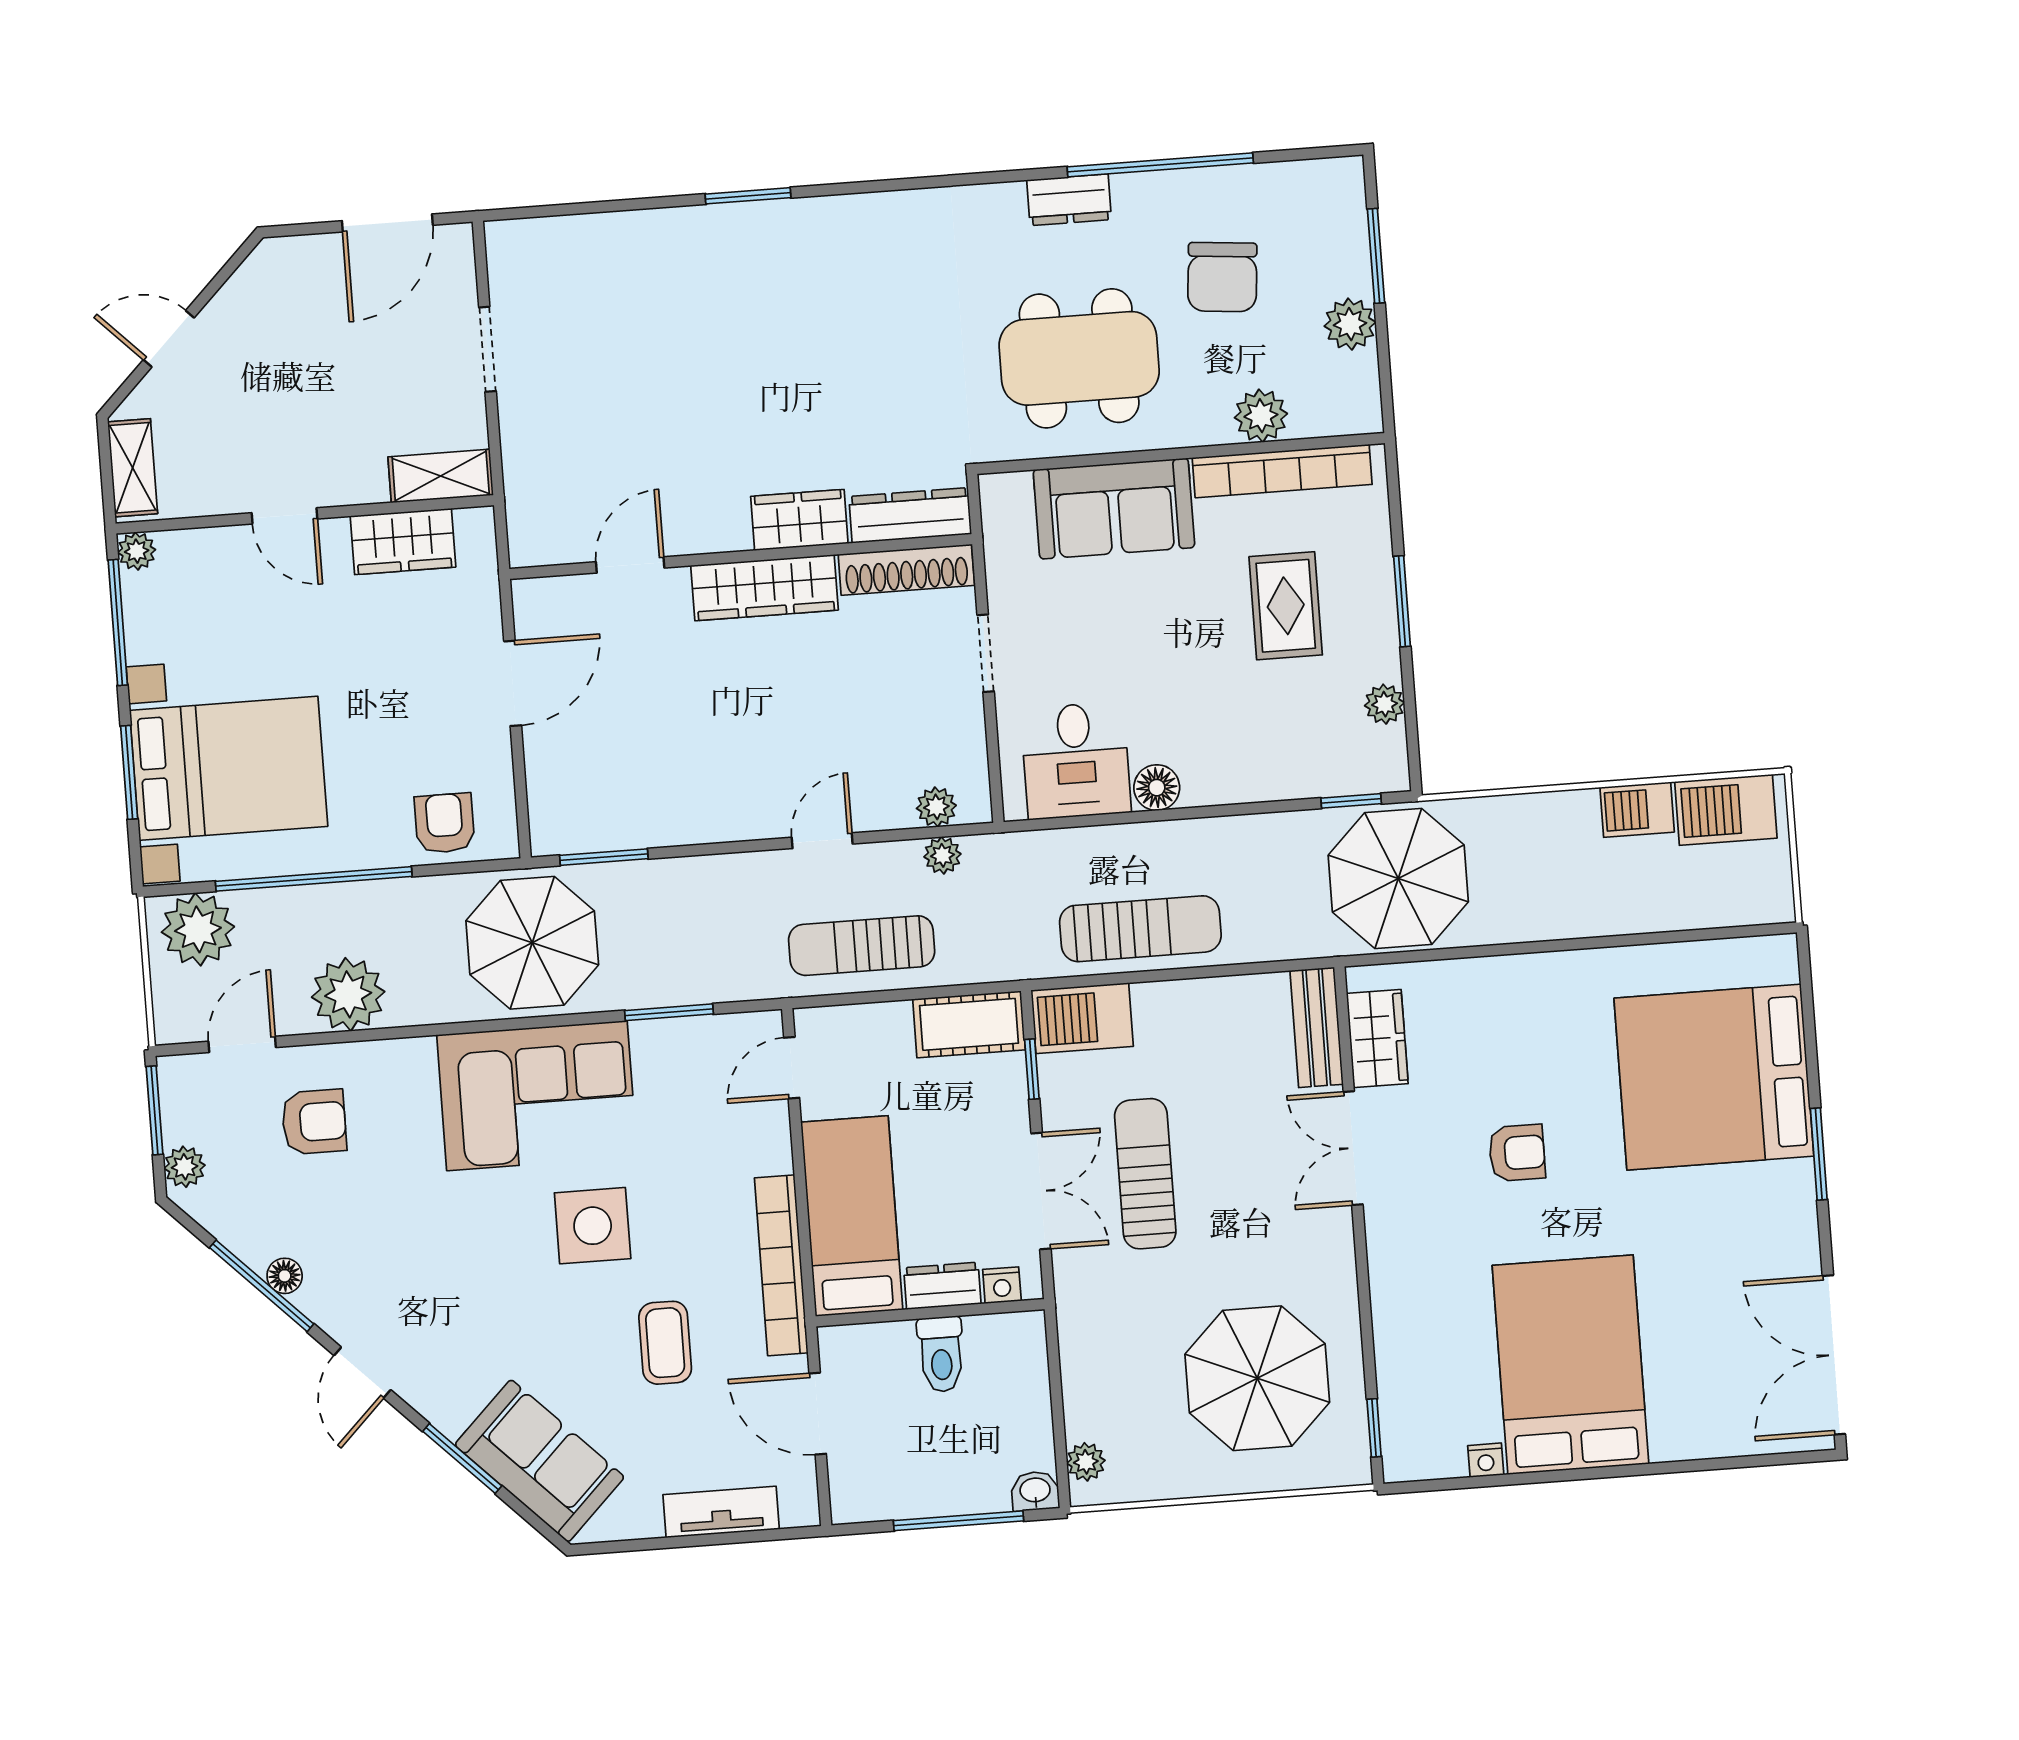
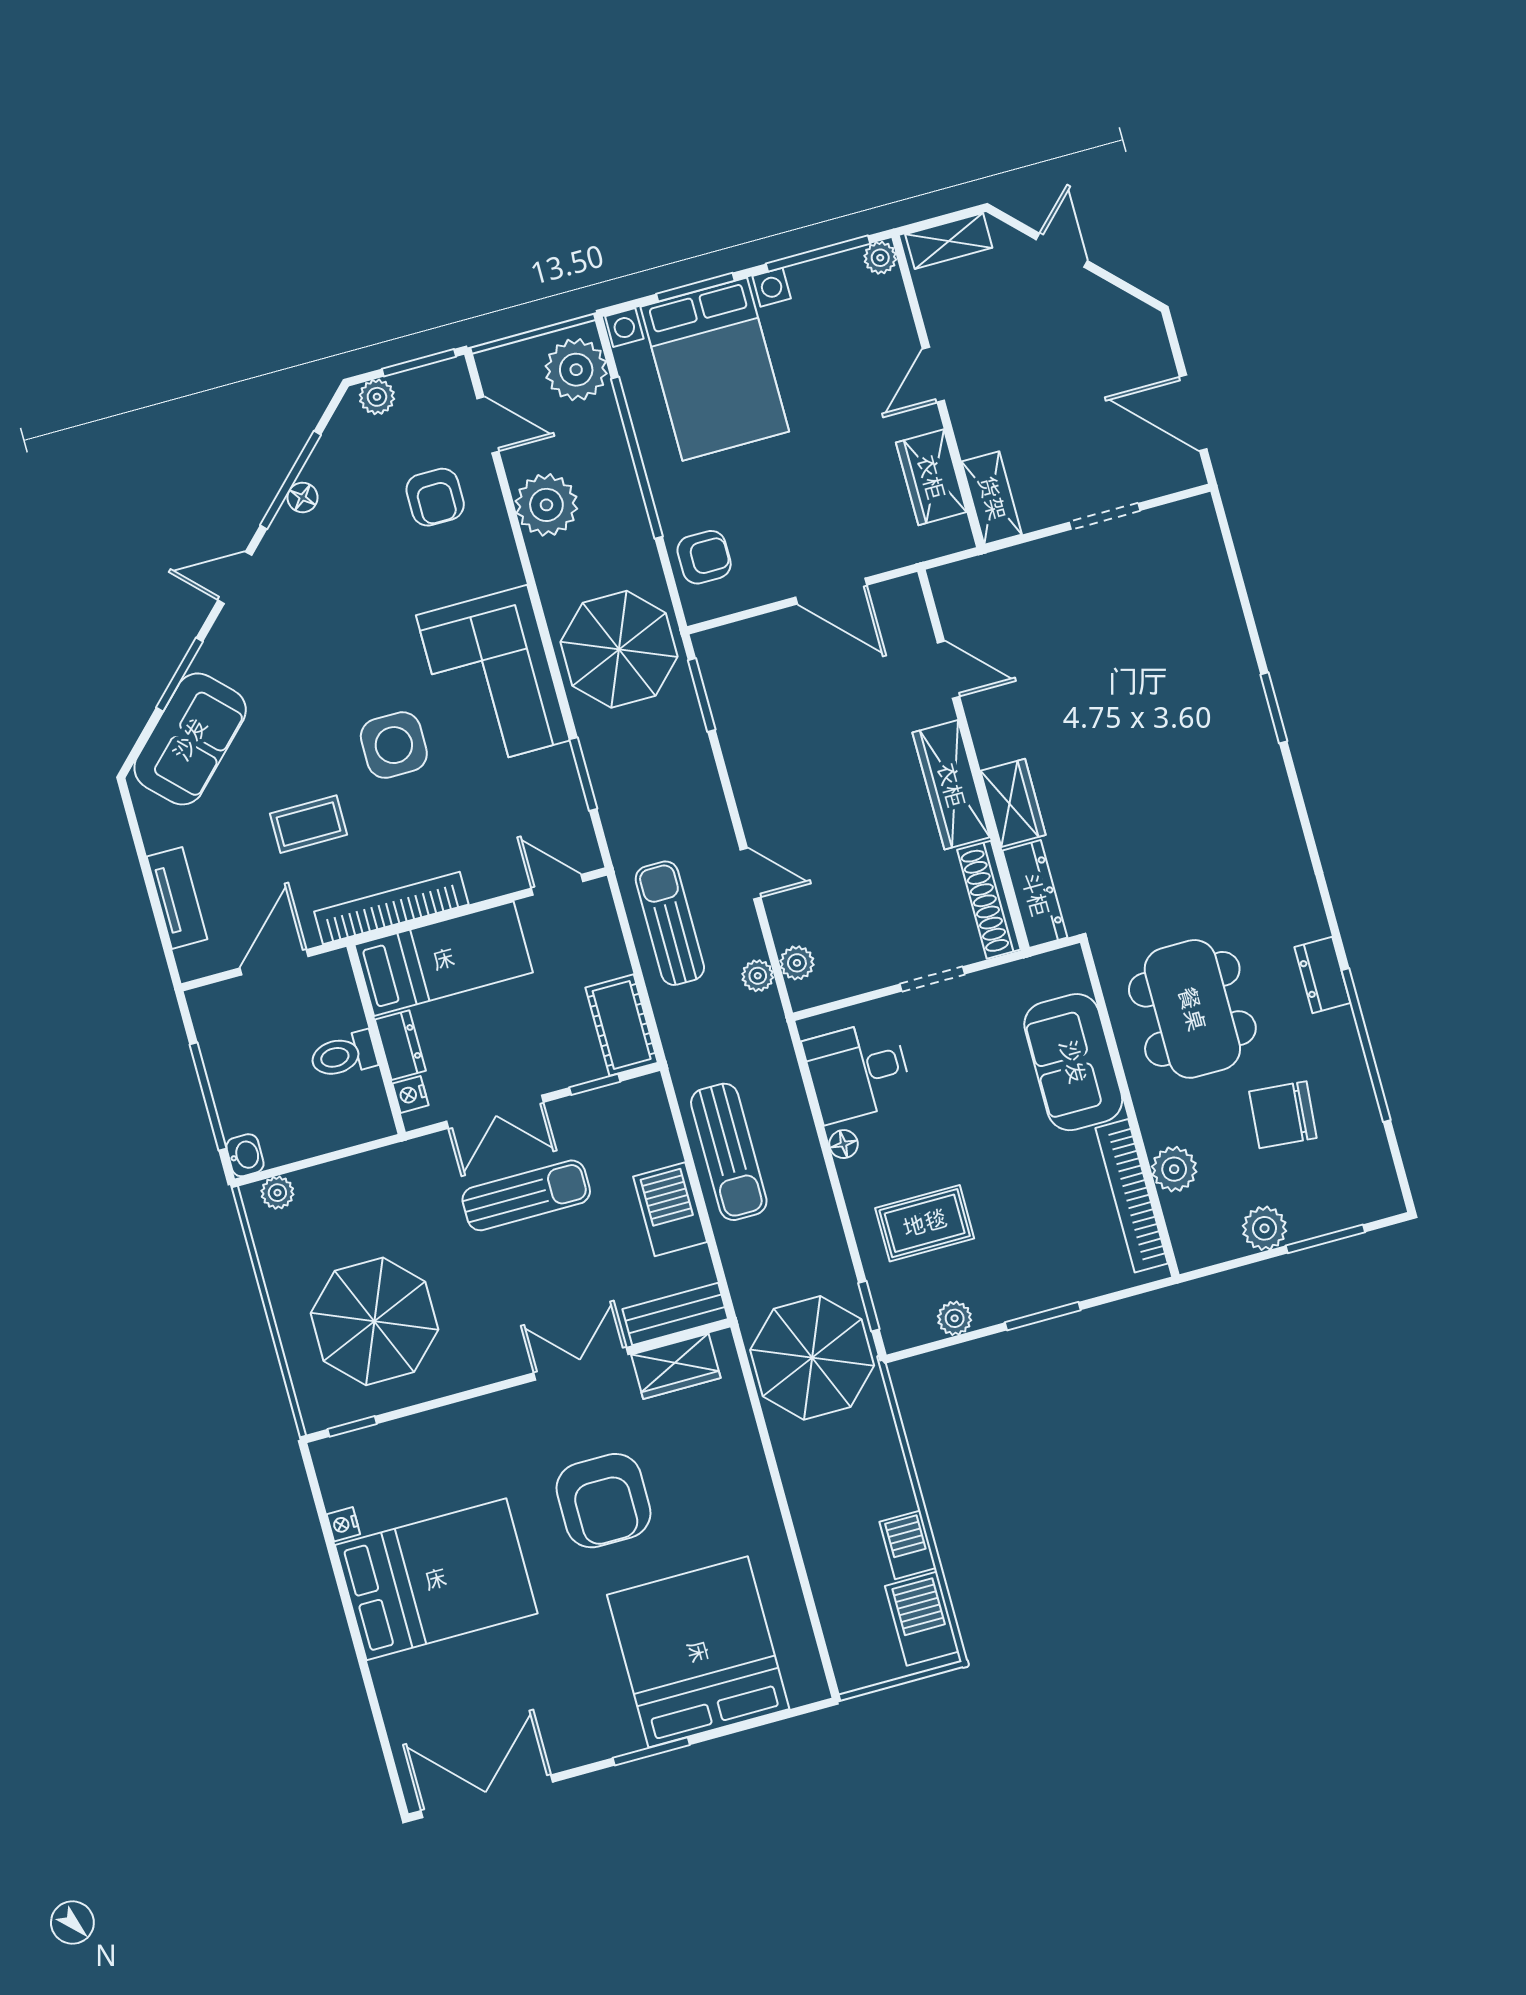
rug: (1286, 606) -> (925, 1223), moved
floor lamp: (1157, 788) -> (844, 1144), width x0.73, depth x0.73
barbecue: (1082, 1018) -> (670, 1209), moved
armchair: (1517, 1153) -> (603, 1501), width x1.88, depth x1.88

